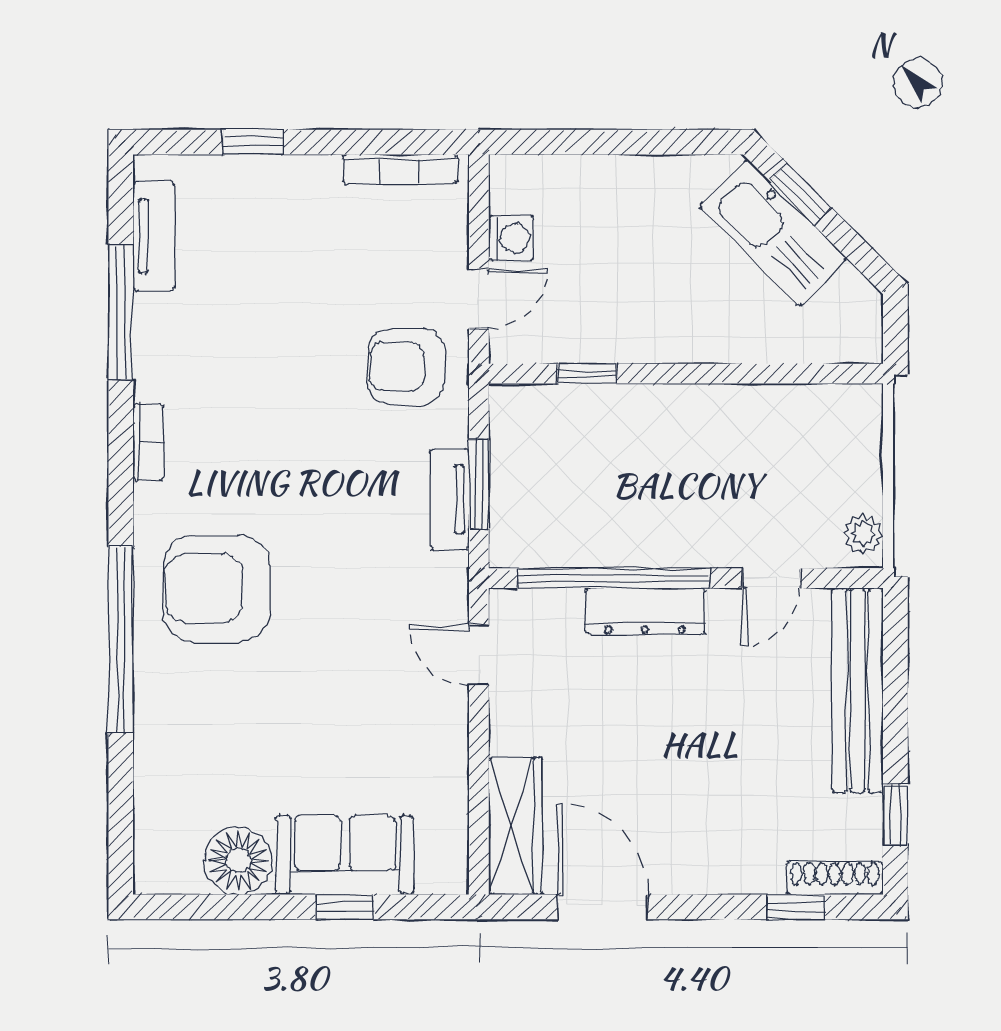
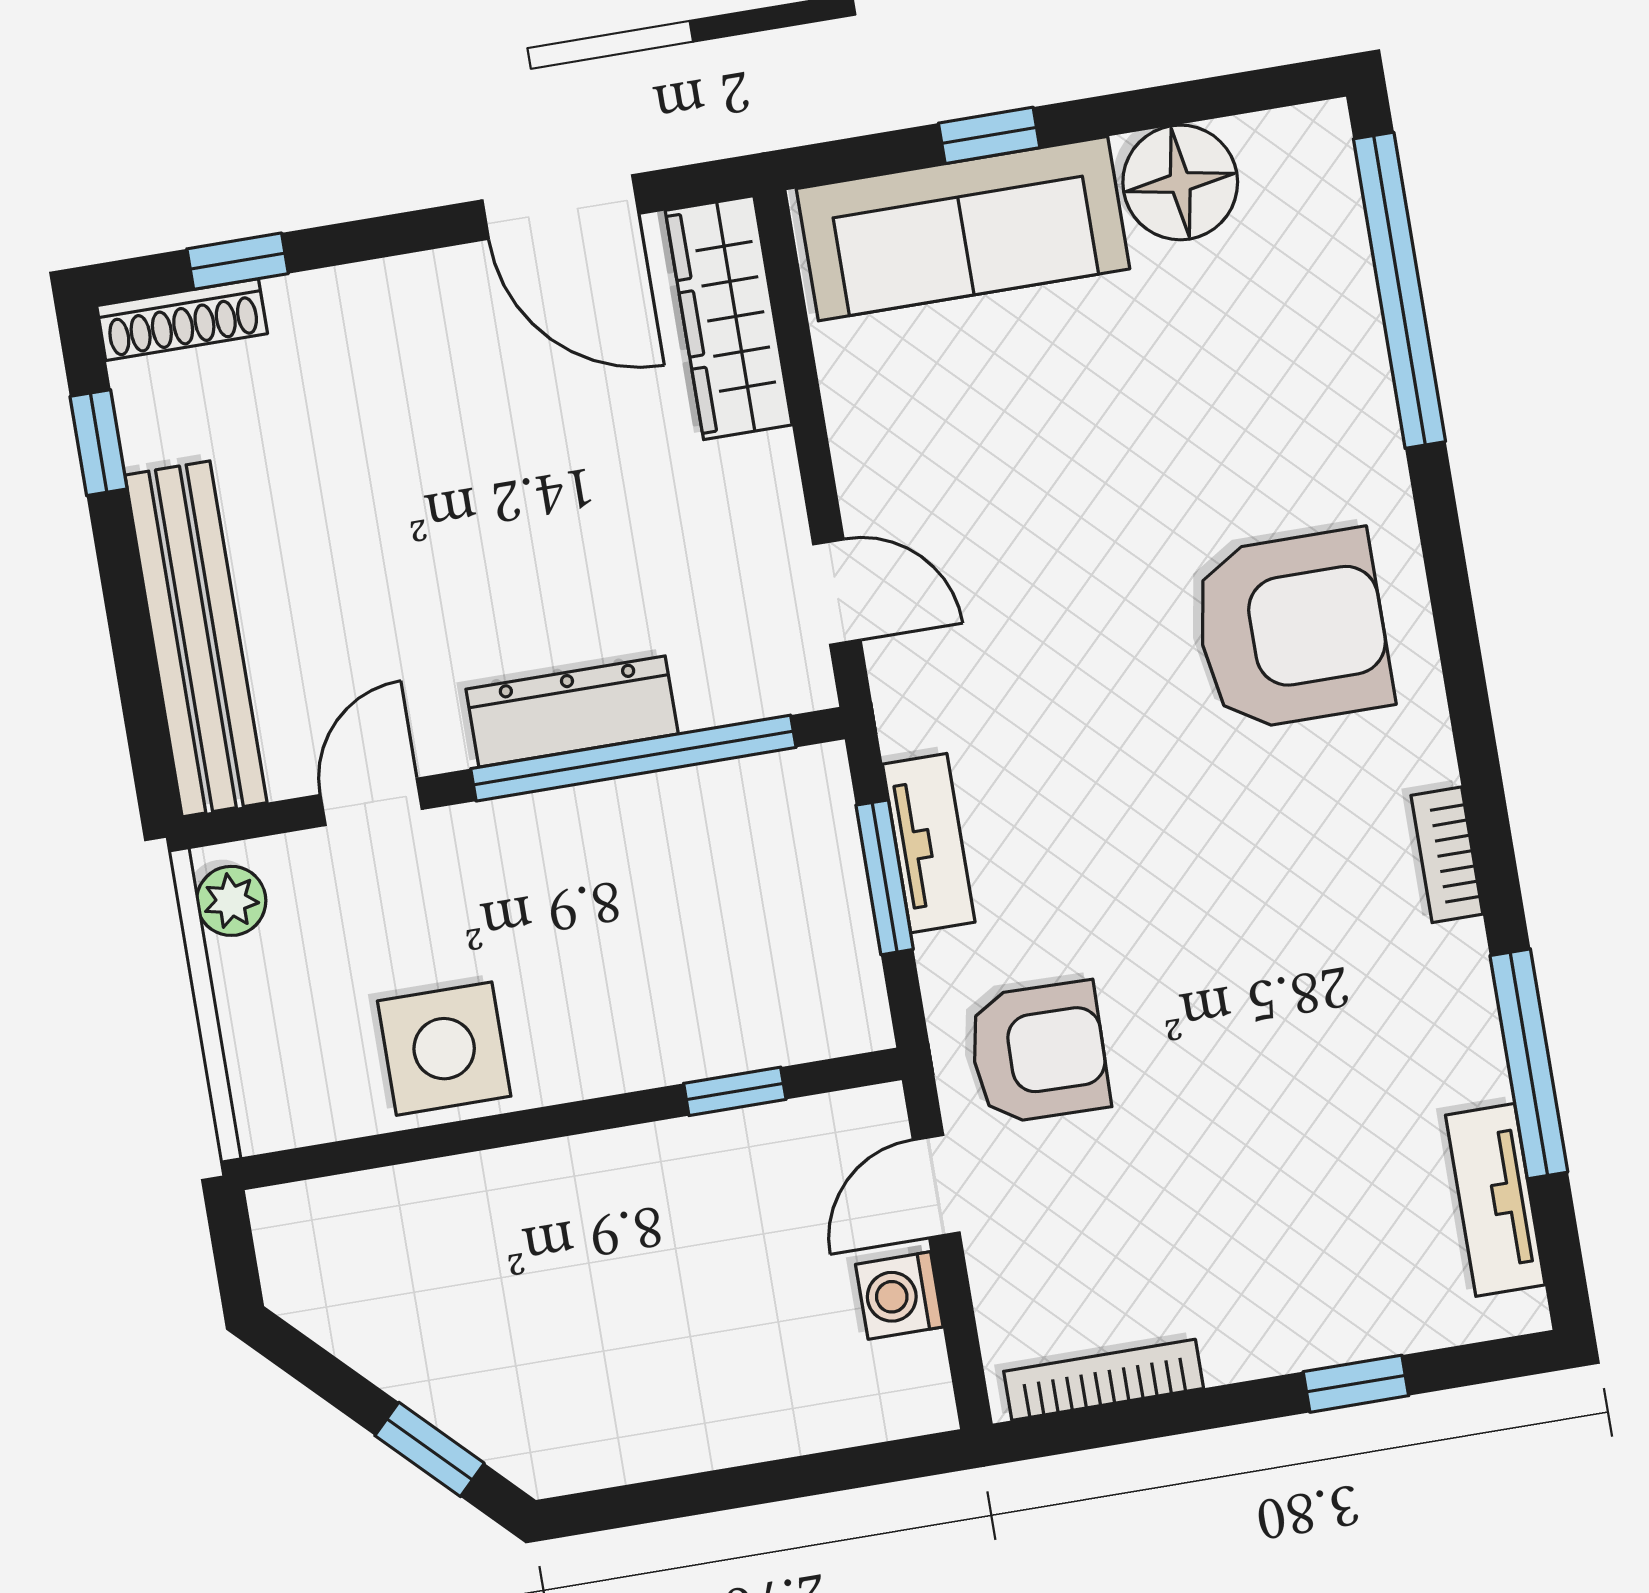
kitchen sink: (773, 233) -> (464, 1378), removed
side table: (753, 427) -> (444, 1049), added
window: (121, 640) -> (1399, 290), moved
sofa: (345, 855) -> (963, 229), width x1.36

